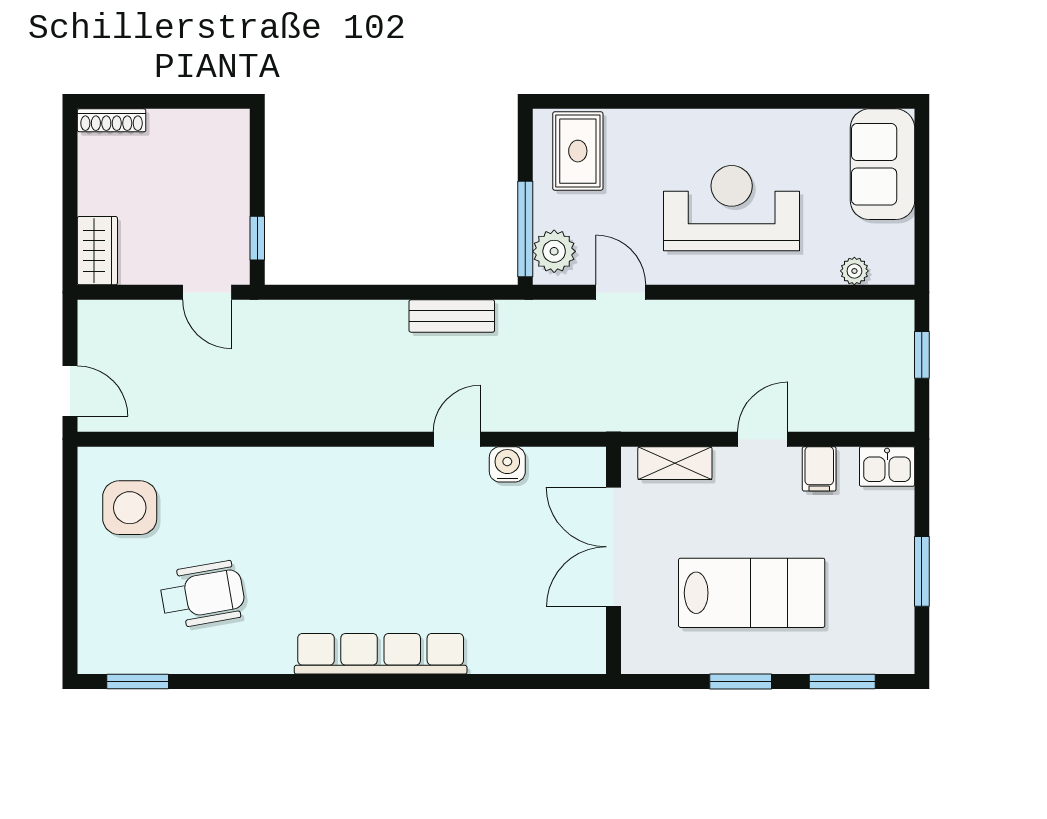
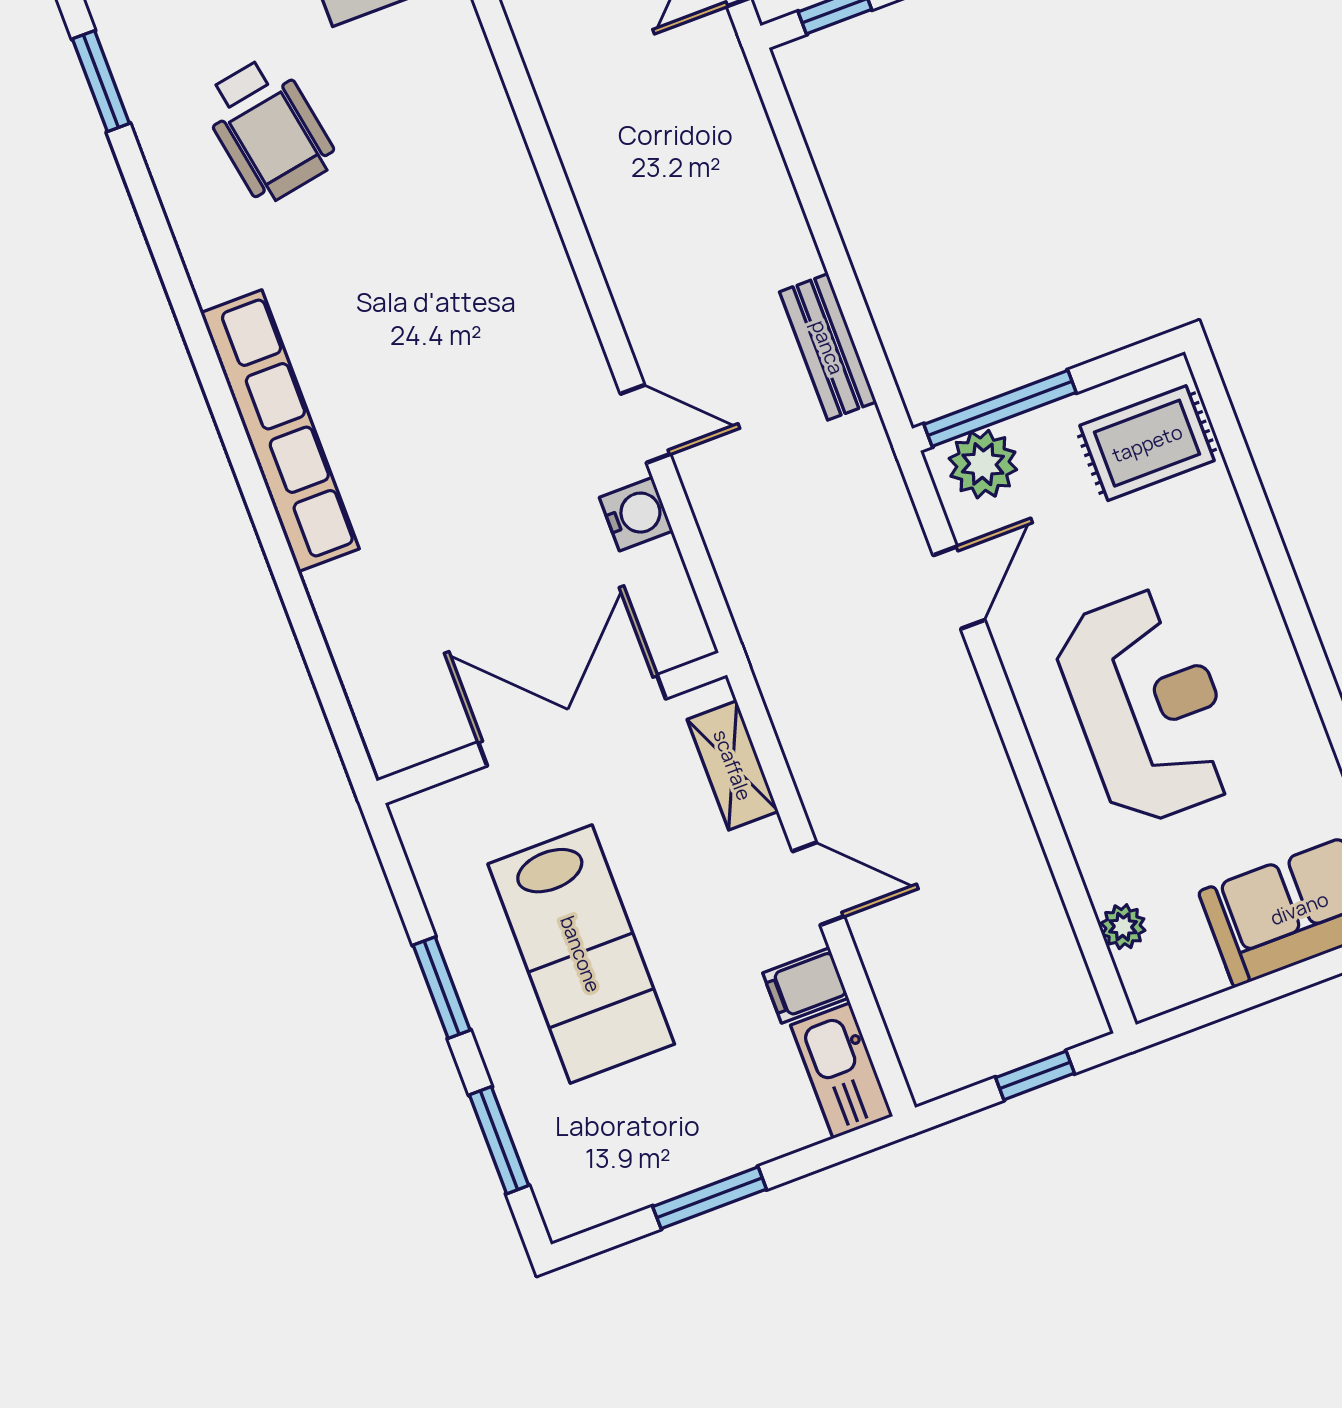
kitchen sink: (887, 466) -> (842, 1071), width x1.38

